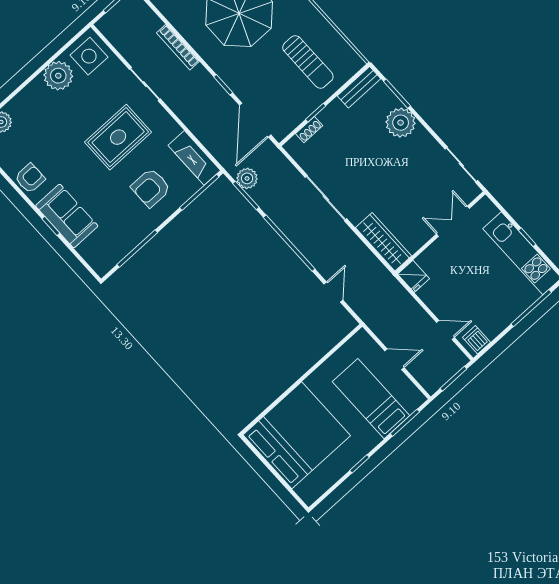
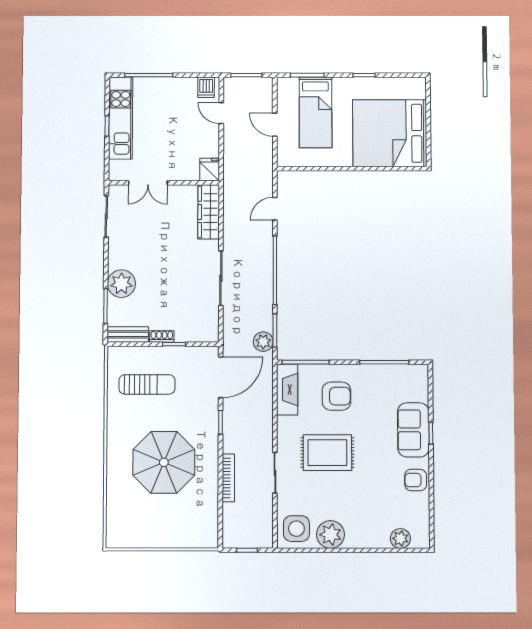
sun lounger: (308, 62) -> (147, 384), turned 90
shoe rack: (309, 130) -> (162, 336), moved

